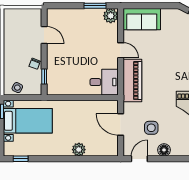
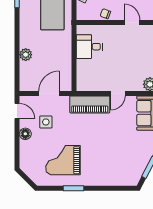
door: (44, 35) -> (132, 22), swing flipped
window: (44, 76) -> (93, 22), removed
desk: (104, 82) -> (89, 47), moved, turned 90

